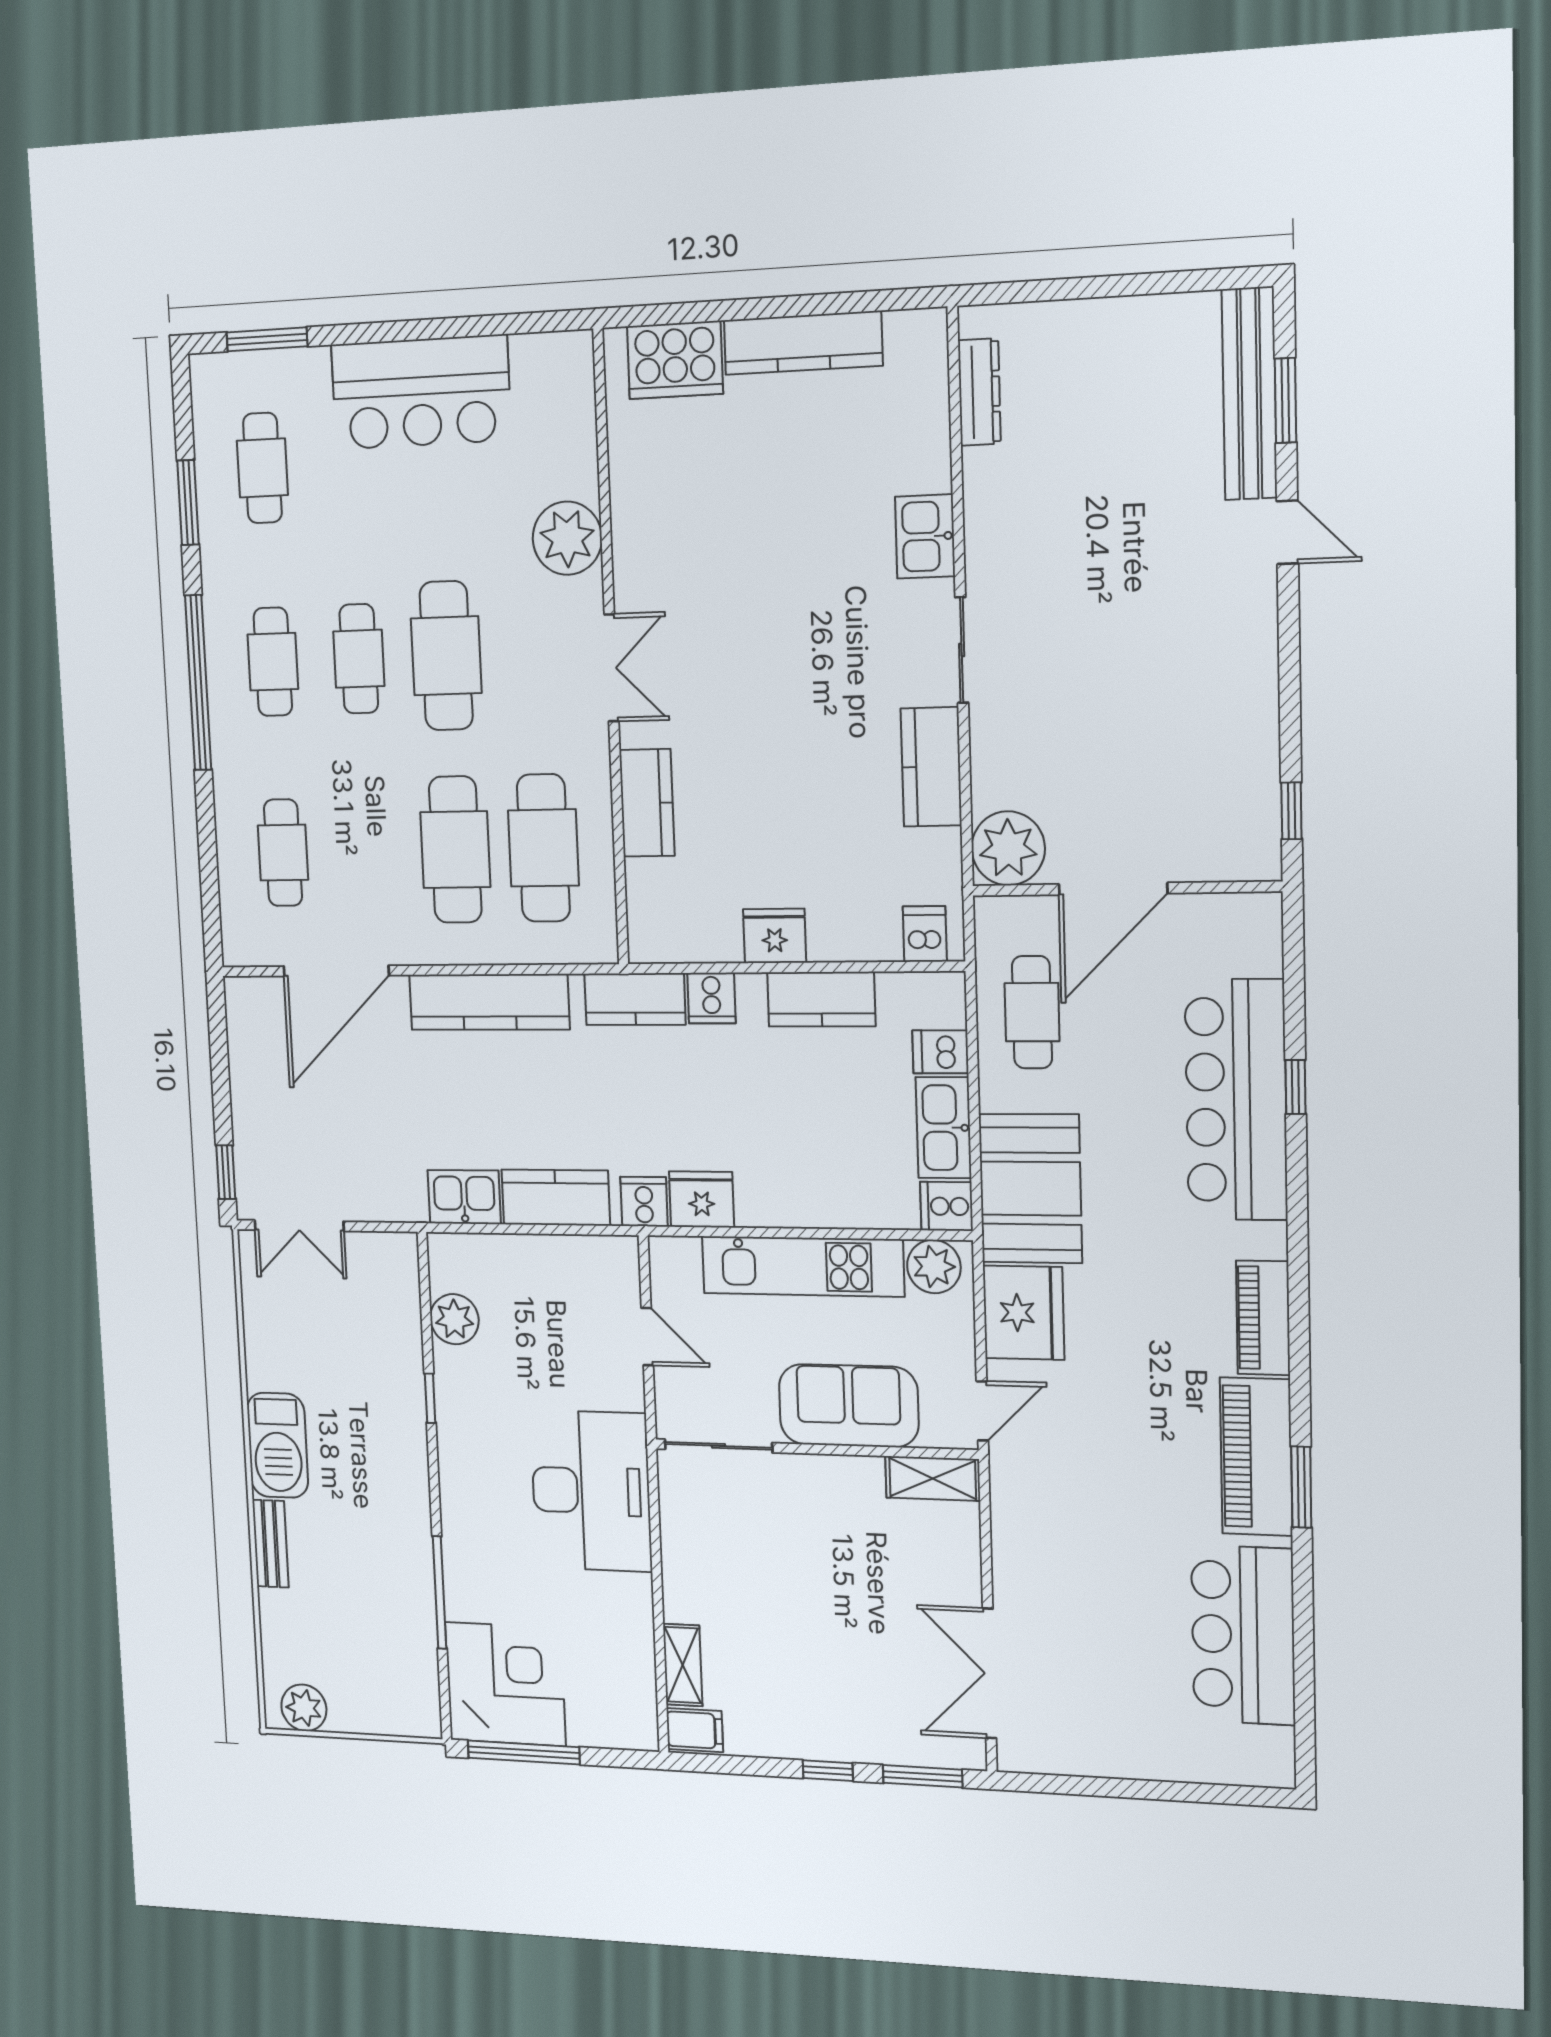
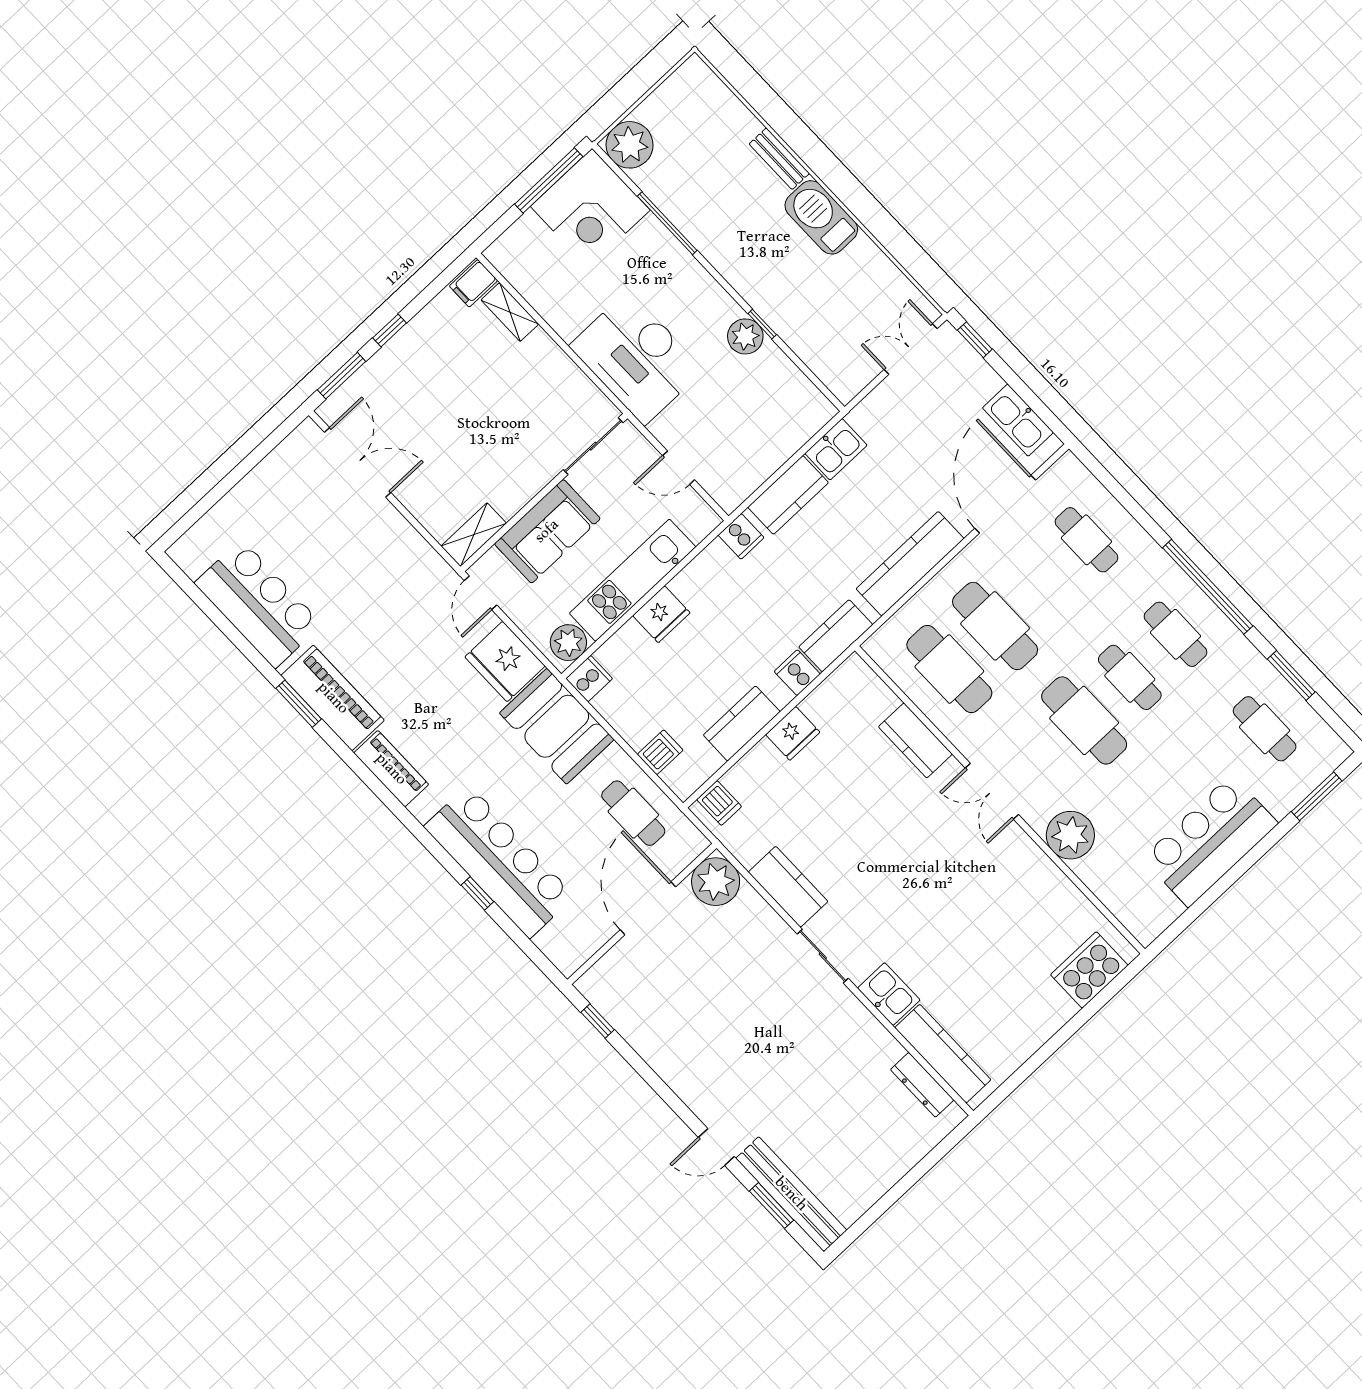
kitchen counter: (803, 343) -> (943, 1054), moved, turned 90
kitchen sink: (944, 1128) -> (1018, 420), moved, turned 180
fridge: (702, 1199) -> (661, 614), moved
plant: (454, 1319) -> (745, 336), moved
plant: (304, 1708) -> (630, 145), moved, width x1.36, depth x1.36

